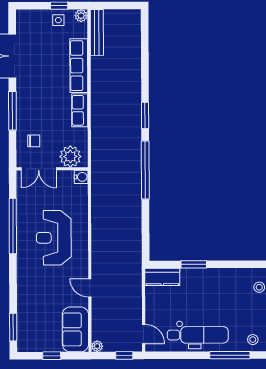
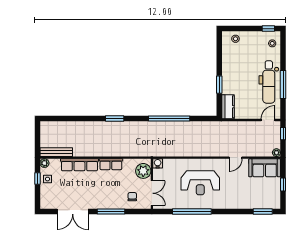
window: (145, 170) -> (169, 118), moved
dental chair: (198, 335) -> (269, 82), turned 180
window: (230, 355) -> (283, 85), moved

